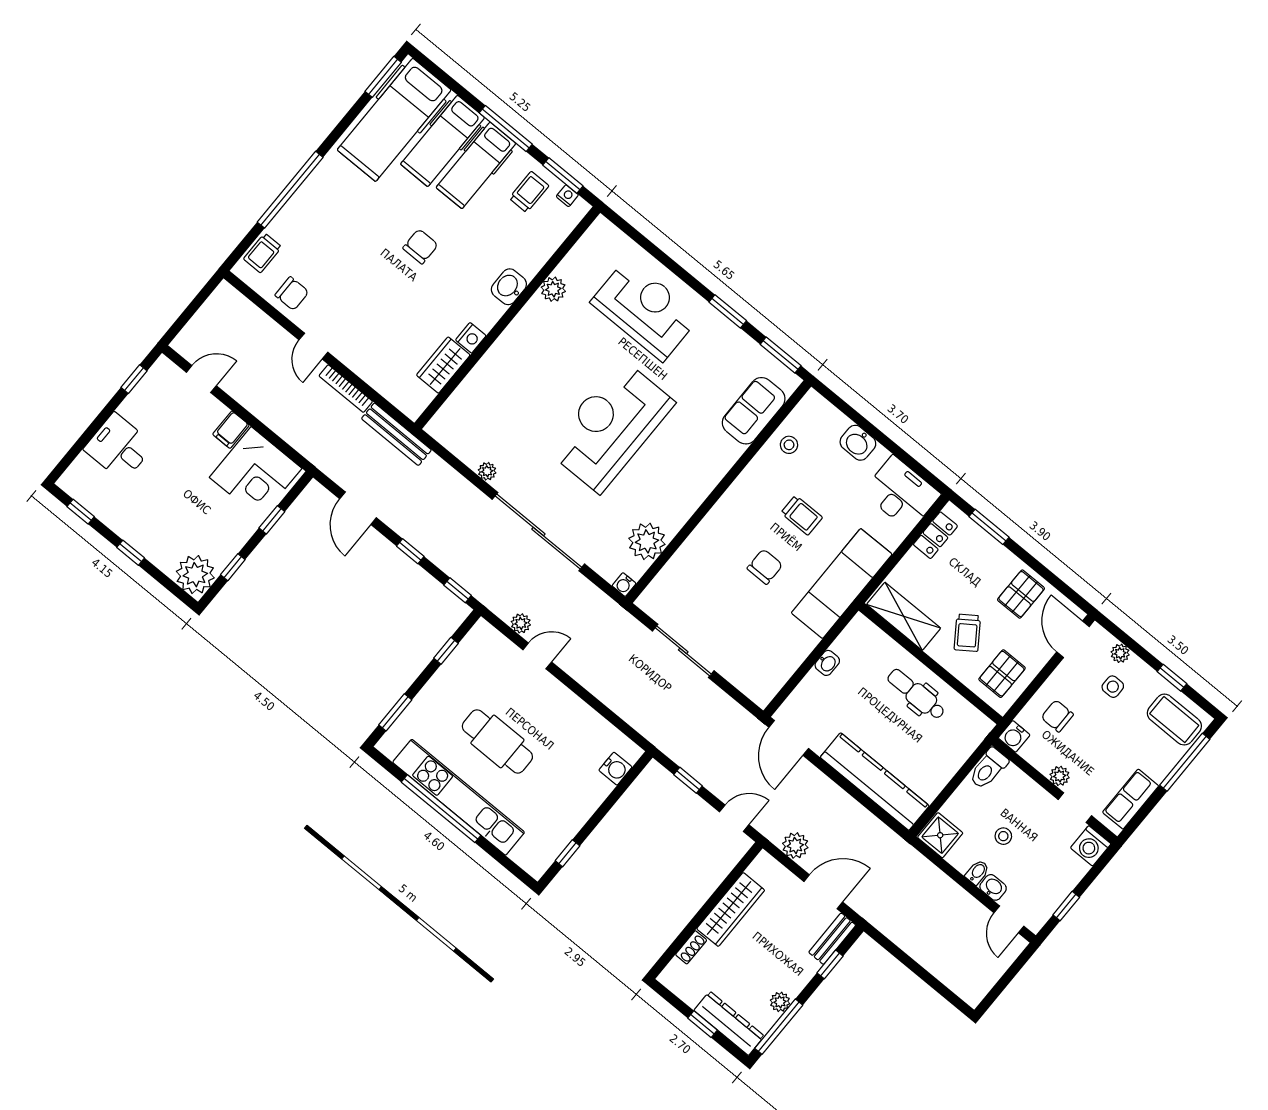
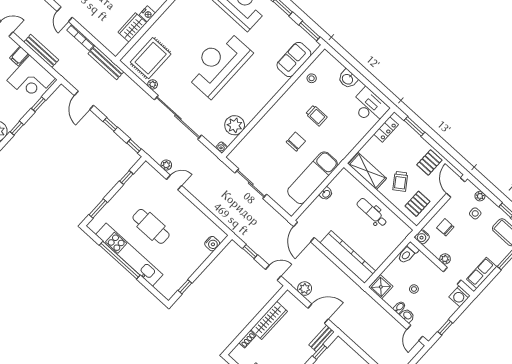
bench: (272, 418) -> (41, 51), added
rug: (481, 422) -> (151, 58), added
exam couch: (842, 584) -> (313, 178), moved

